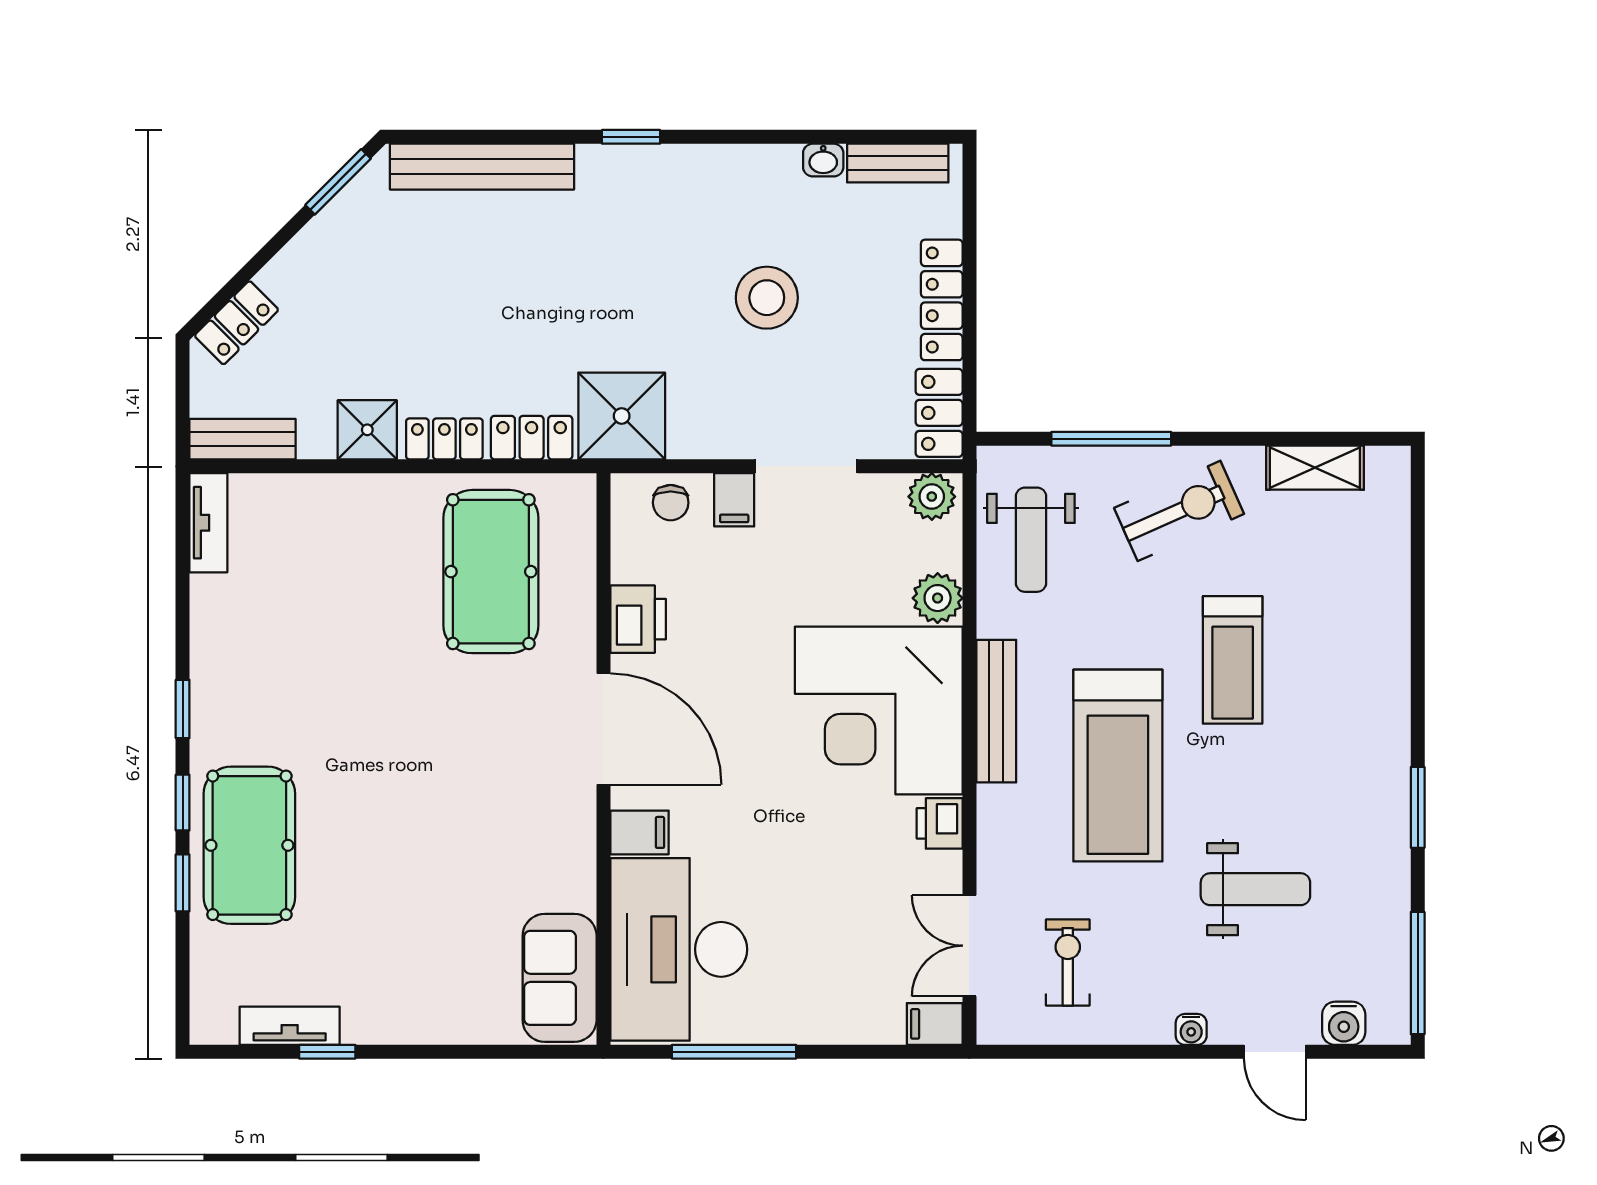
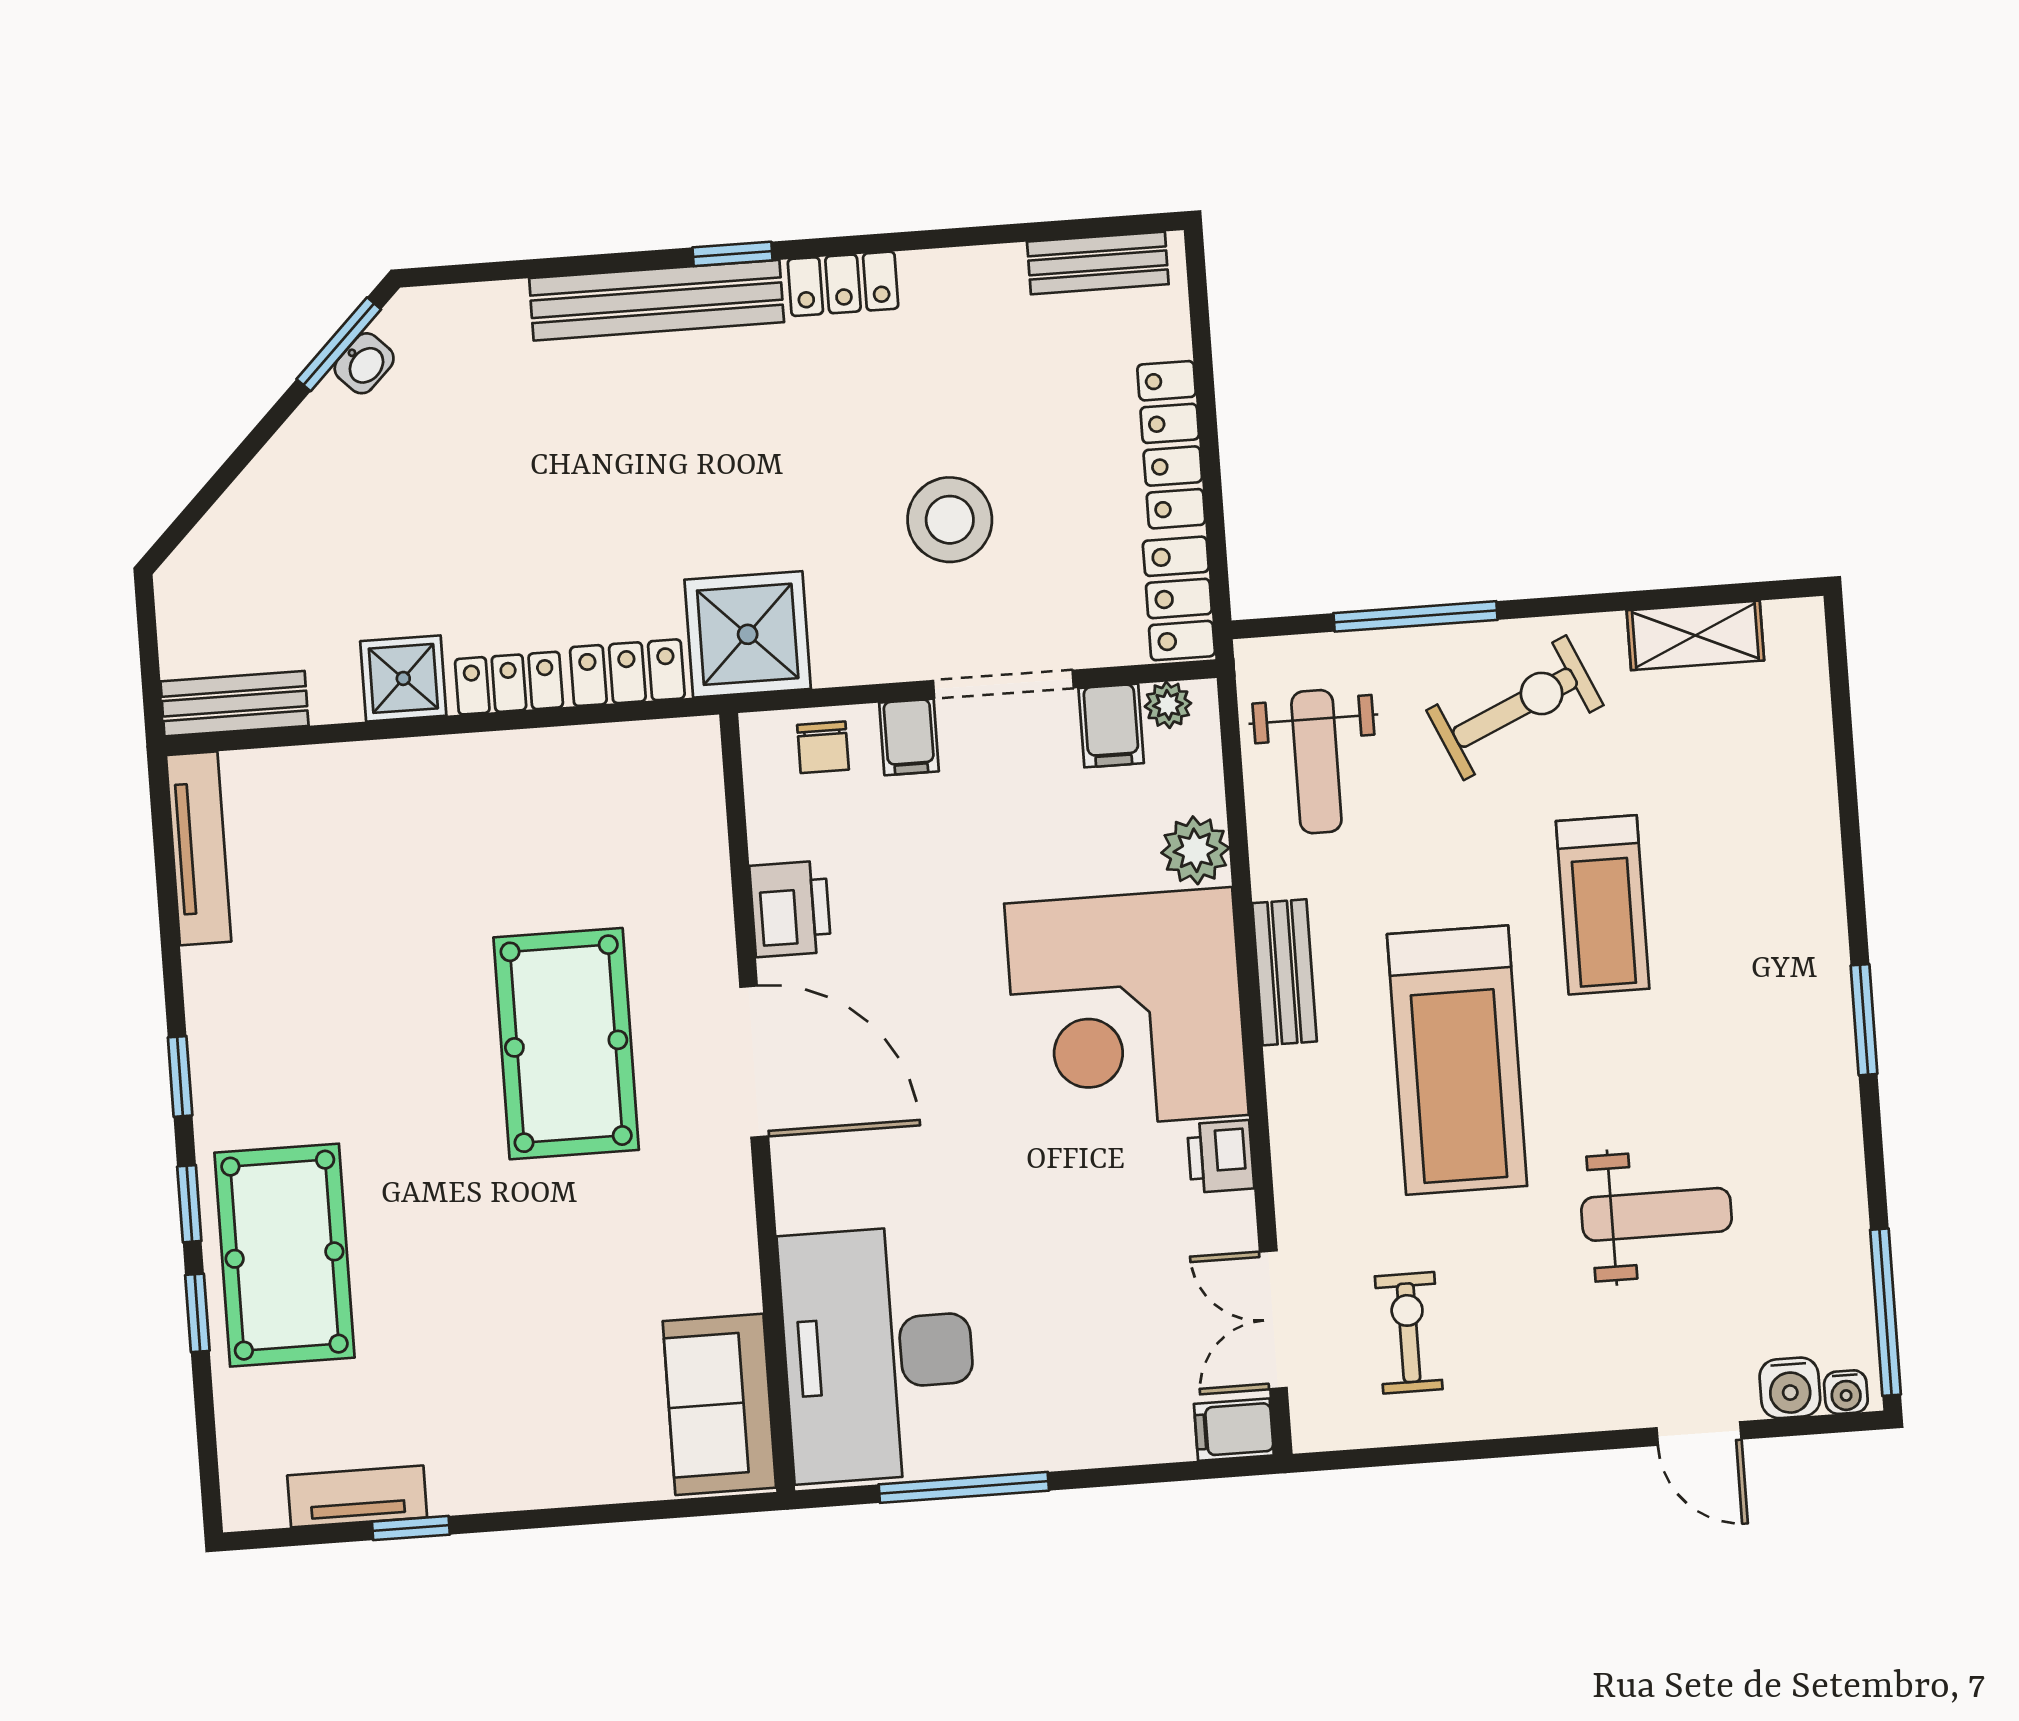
washbasin: (823, 160) -> (364, 363), moved, turned -45
bench: (482, 167) -> (657, 300), moved
stool: (767, 298) -> (950, 520), moved
locker: (236, 323) -> (843, 284), moved, turned 45
plant: (932, 497) -> (1168, 705), width x0.73, depth x0.73
tv unit: (208, 523) -> (199, 848), width x1.41
pool table: (491, 572) -> (566, 1044), moved
bench: (996, 711) -> (1284, 972), width x0.73
window: (1418, 807) -> (1864, 1020), moved
filing cabinet: (640, 832) -> (1111, 726), moved, turned 90
water cooler: (1191, 1029) -> (1846, 1392), moved

